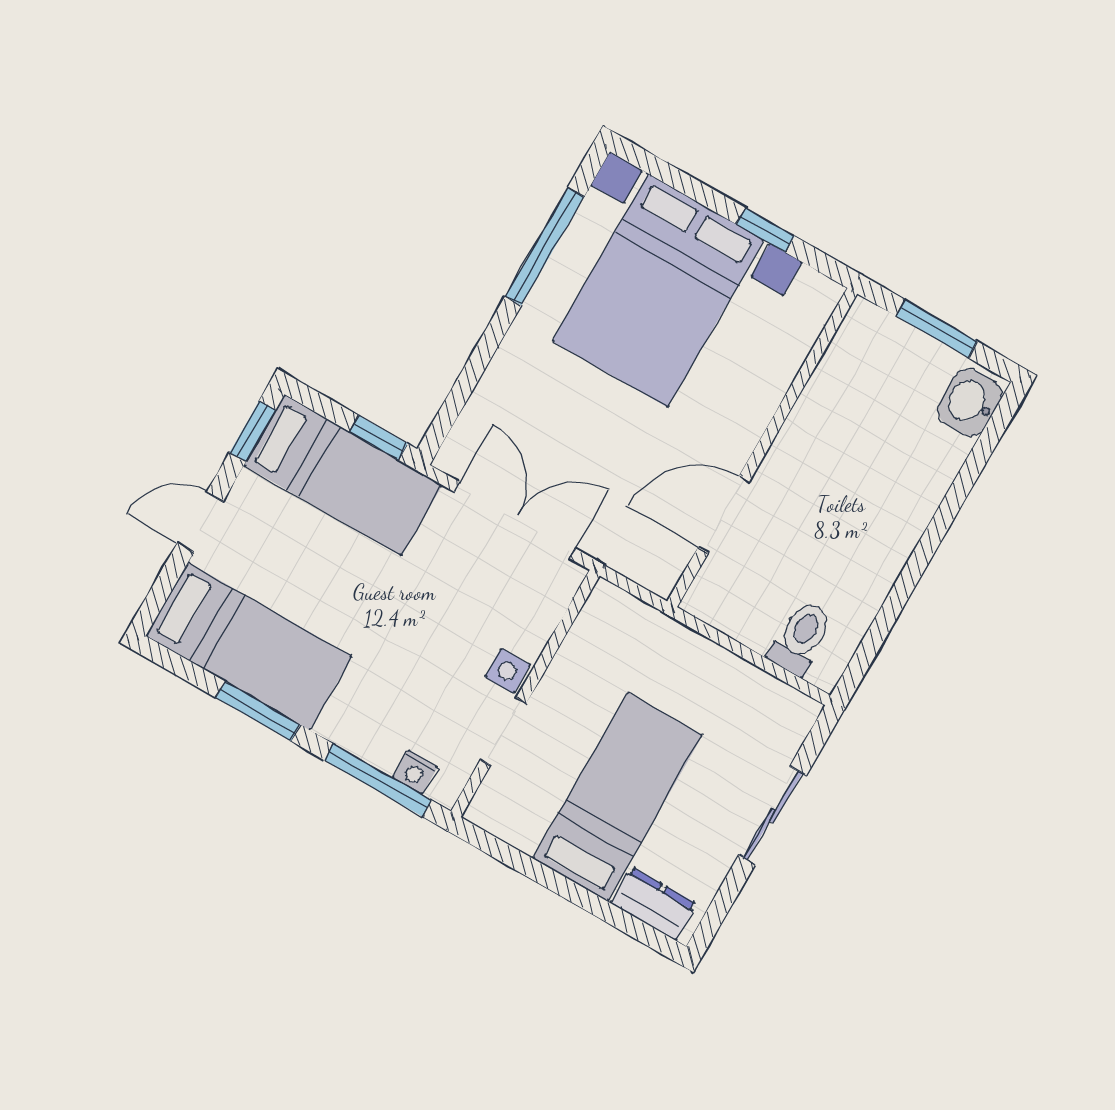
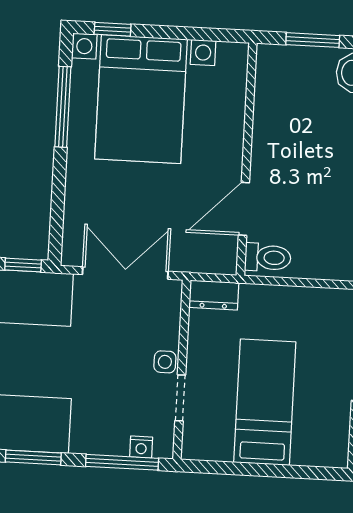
window: (765, 230) -> (113, 29), moved
toilet: (801, 637) -> (268, 257), moved, turned 90
dresser: (654, 904) -> (214, 295), moved, turned 180

